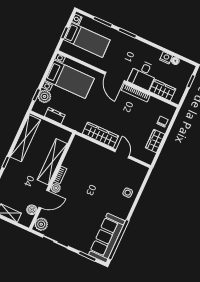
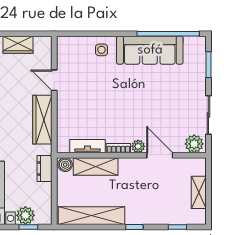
dresser: (55, 116) -> (44, 169), moved
door: (122, 154) -> (54, 80), hinge flipped
tv unit: (71, 156) -> (88, 146), added
shelving: (52, 162) -> (96, 167), width x0.68
boiler: (32, 210) -> (65, 165), moved
sofa: (107, 238) -> (150, 50), moved

